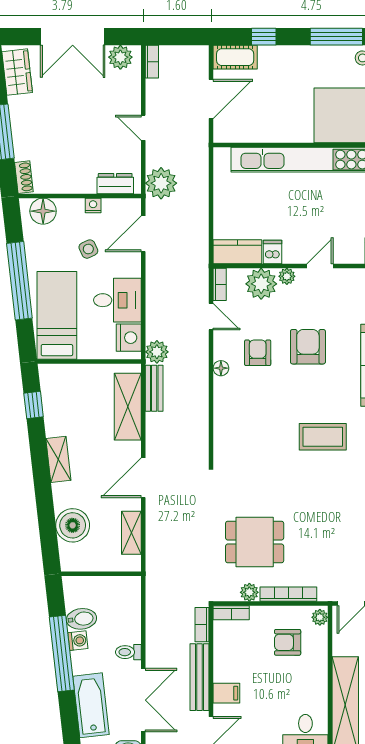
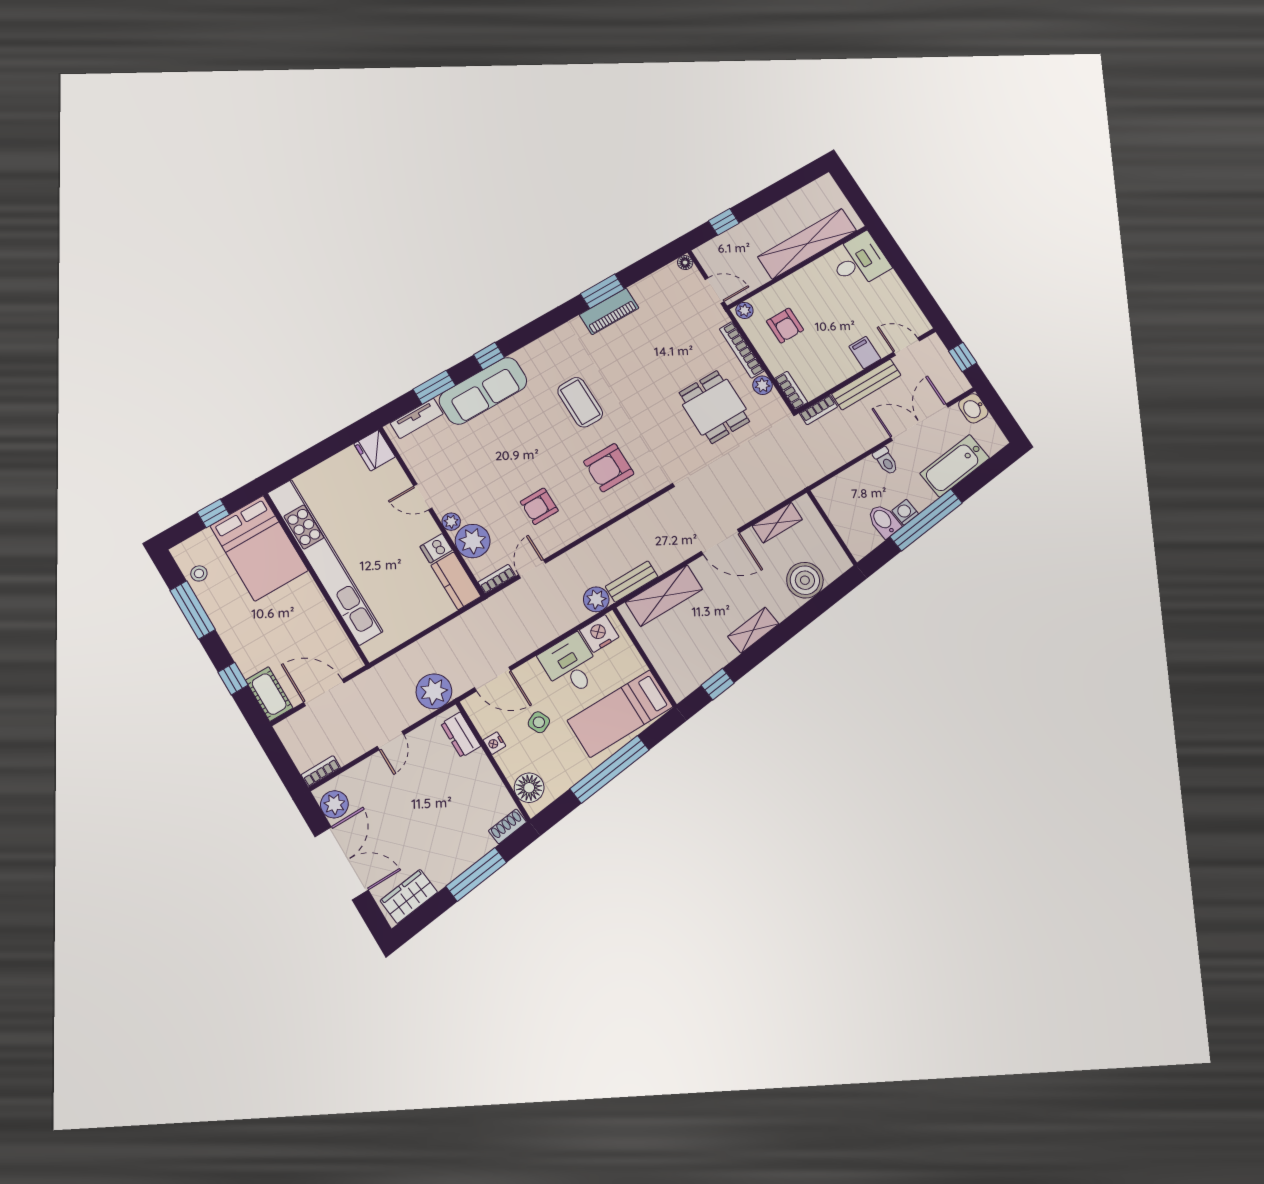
armchair: (308, 347) -> (609, 468), moved
floor lamp: (221, 368) -> (575, 531), removed

